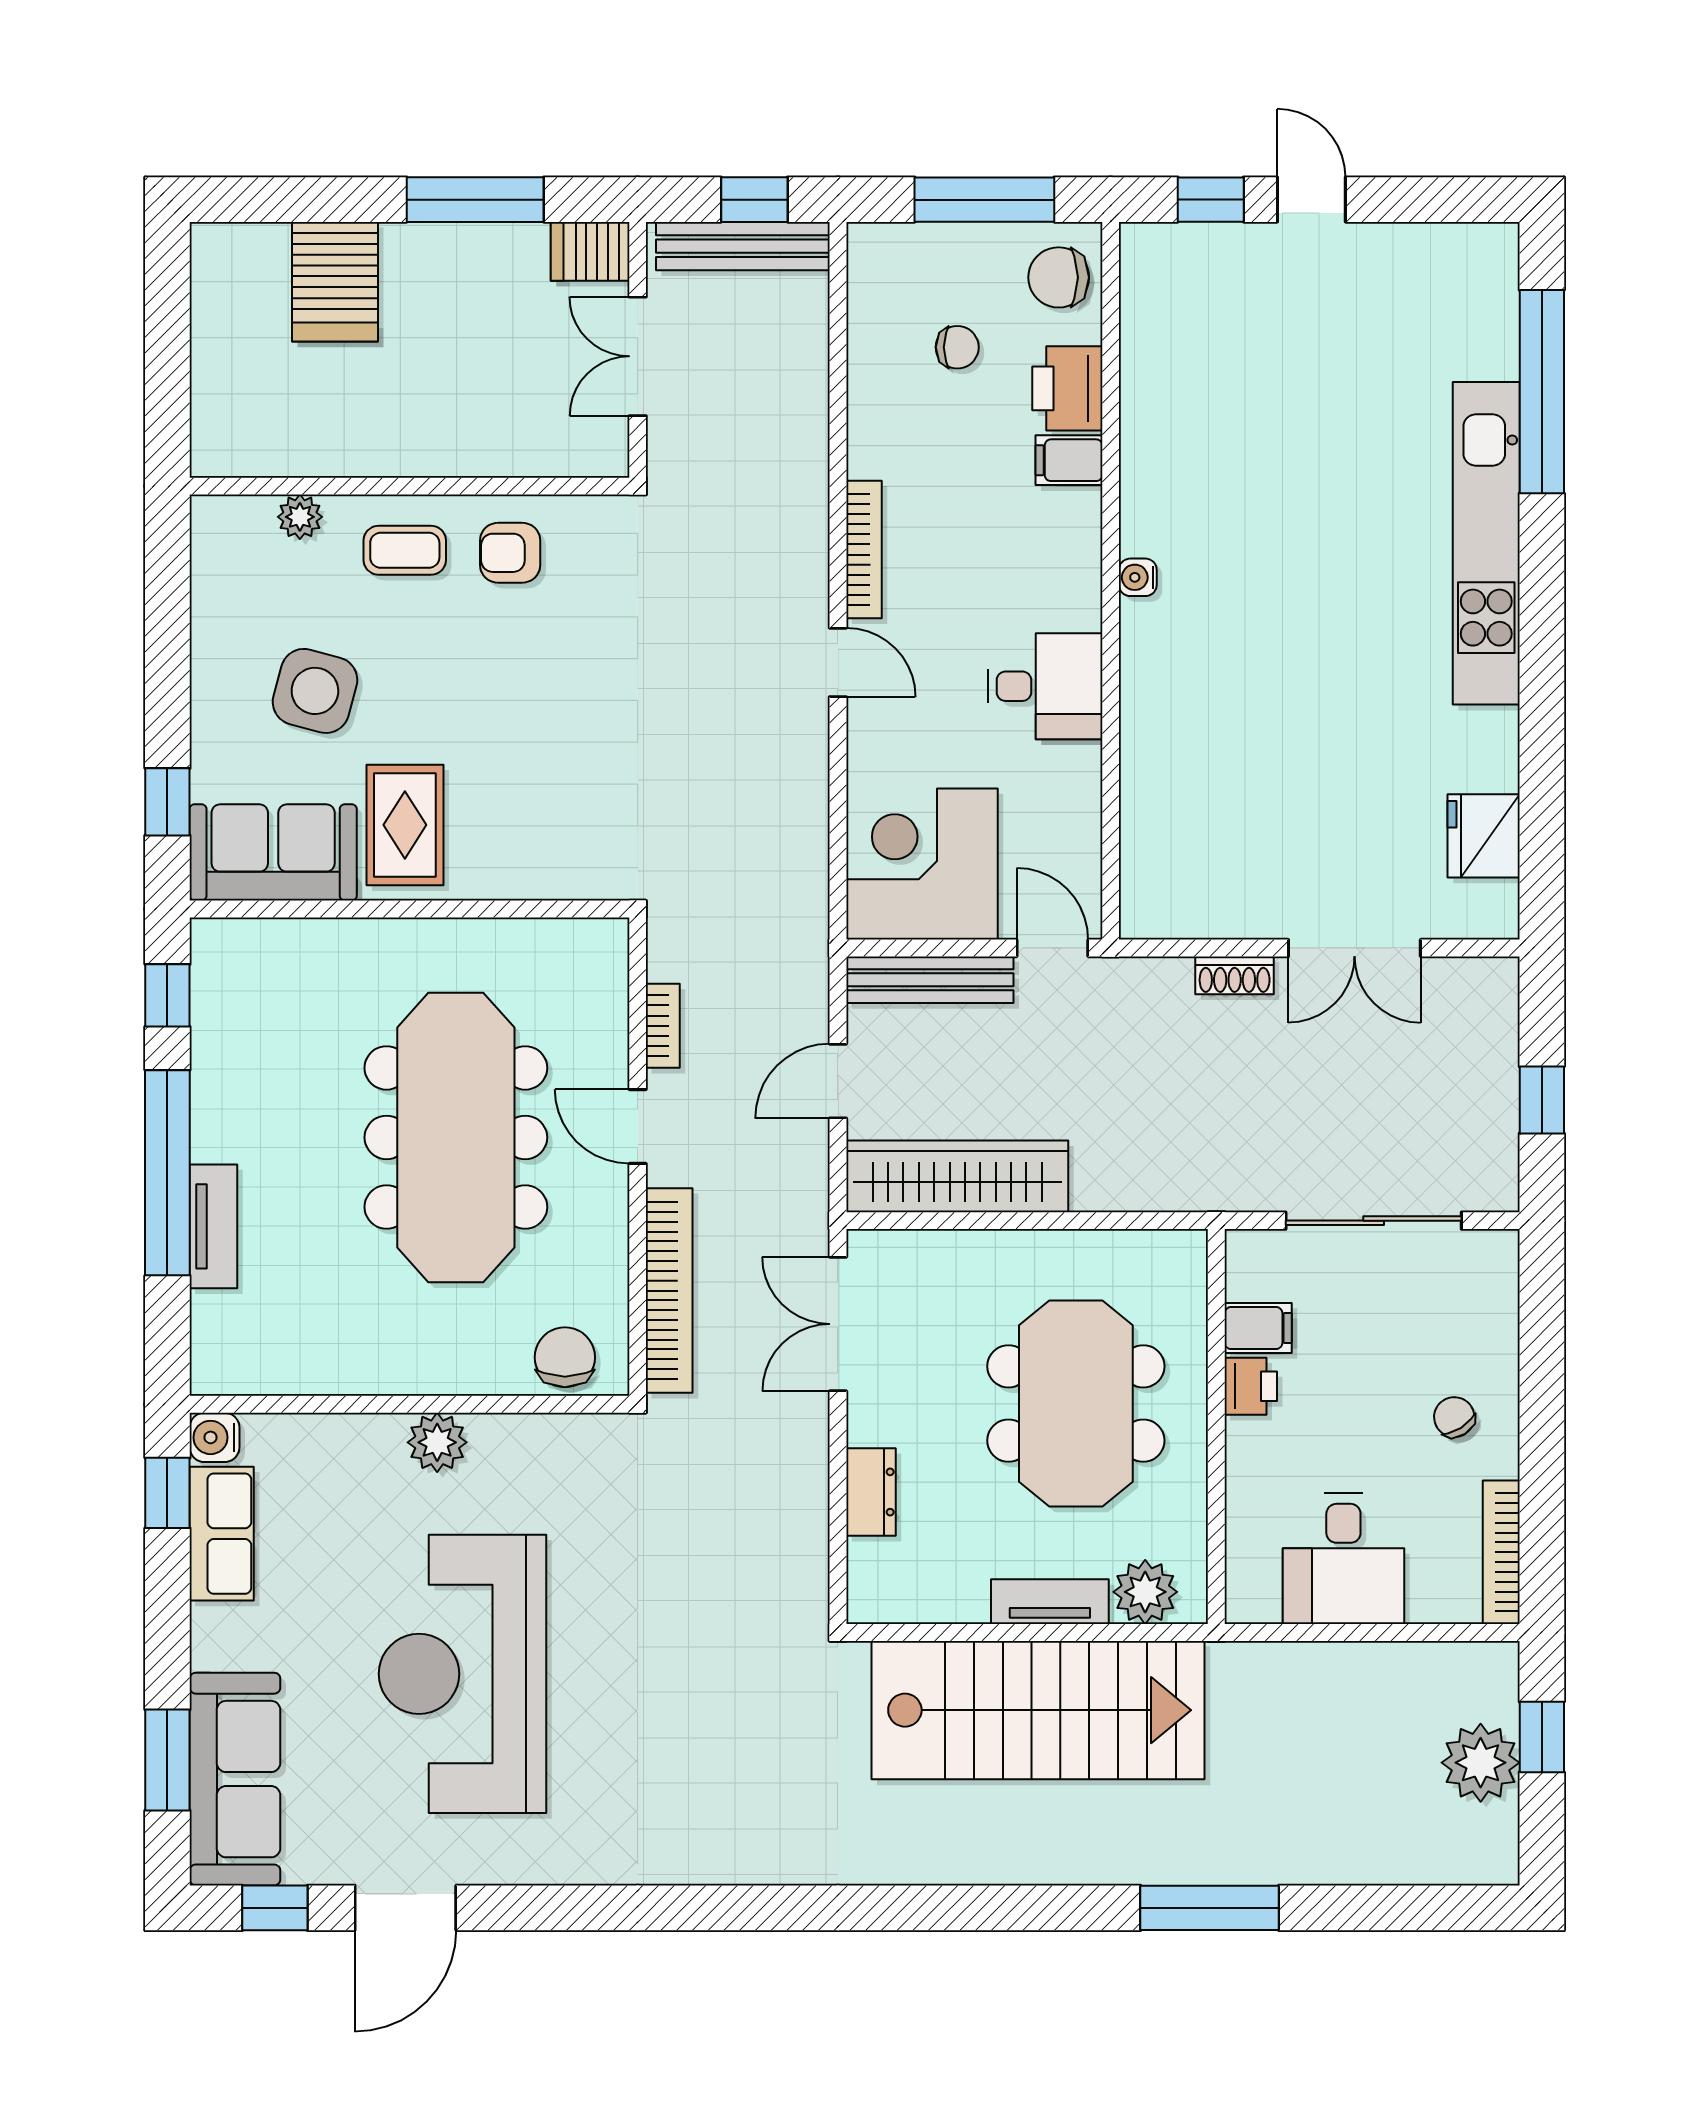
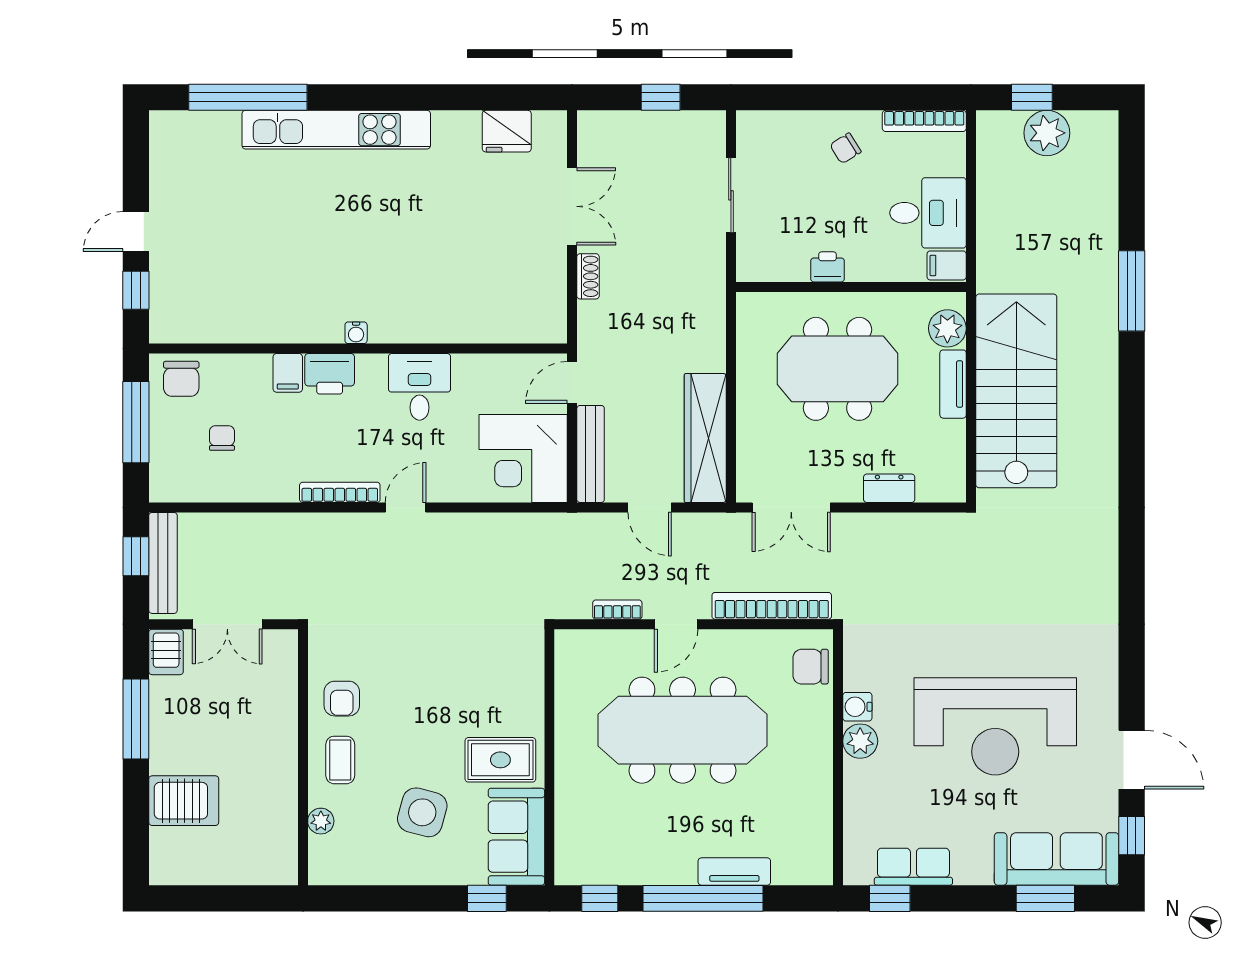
printer: (1067, 388) -> (330, 374), moved
sliding door: (1374, 1221) -> (731, 195), width x0.73
filing cabinet: (1258, 1328) -> (947, 265), moved, turned -90
water cooler: (214, 1437) -> (857, 707), moved, turned 90

